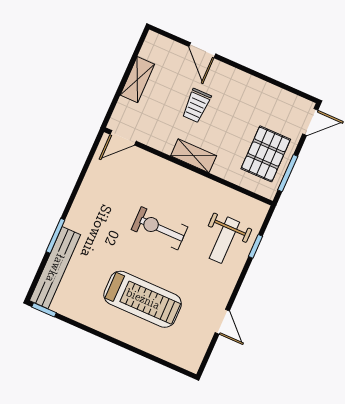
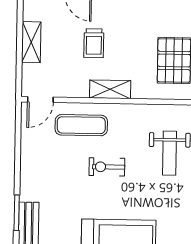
exercise mat: (152, 178) -> (81, 125), added
exercise bike: (159, 228) -> (107, 167), width x0.73, depth x0.72

